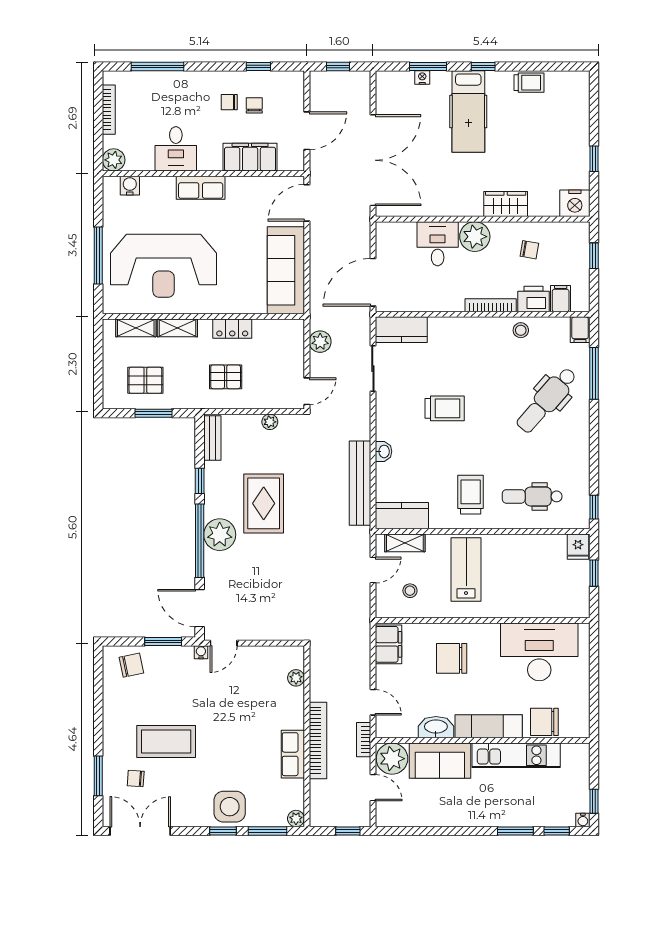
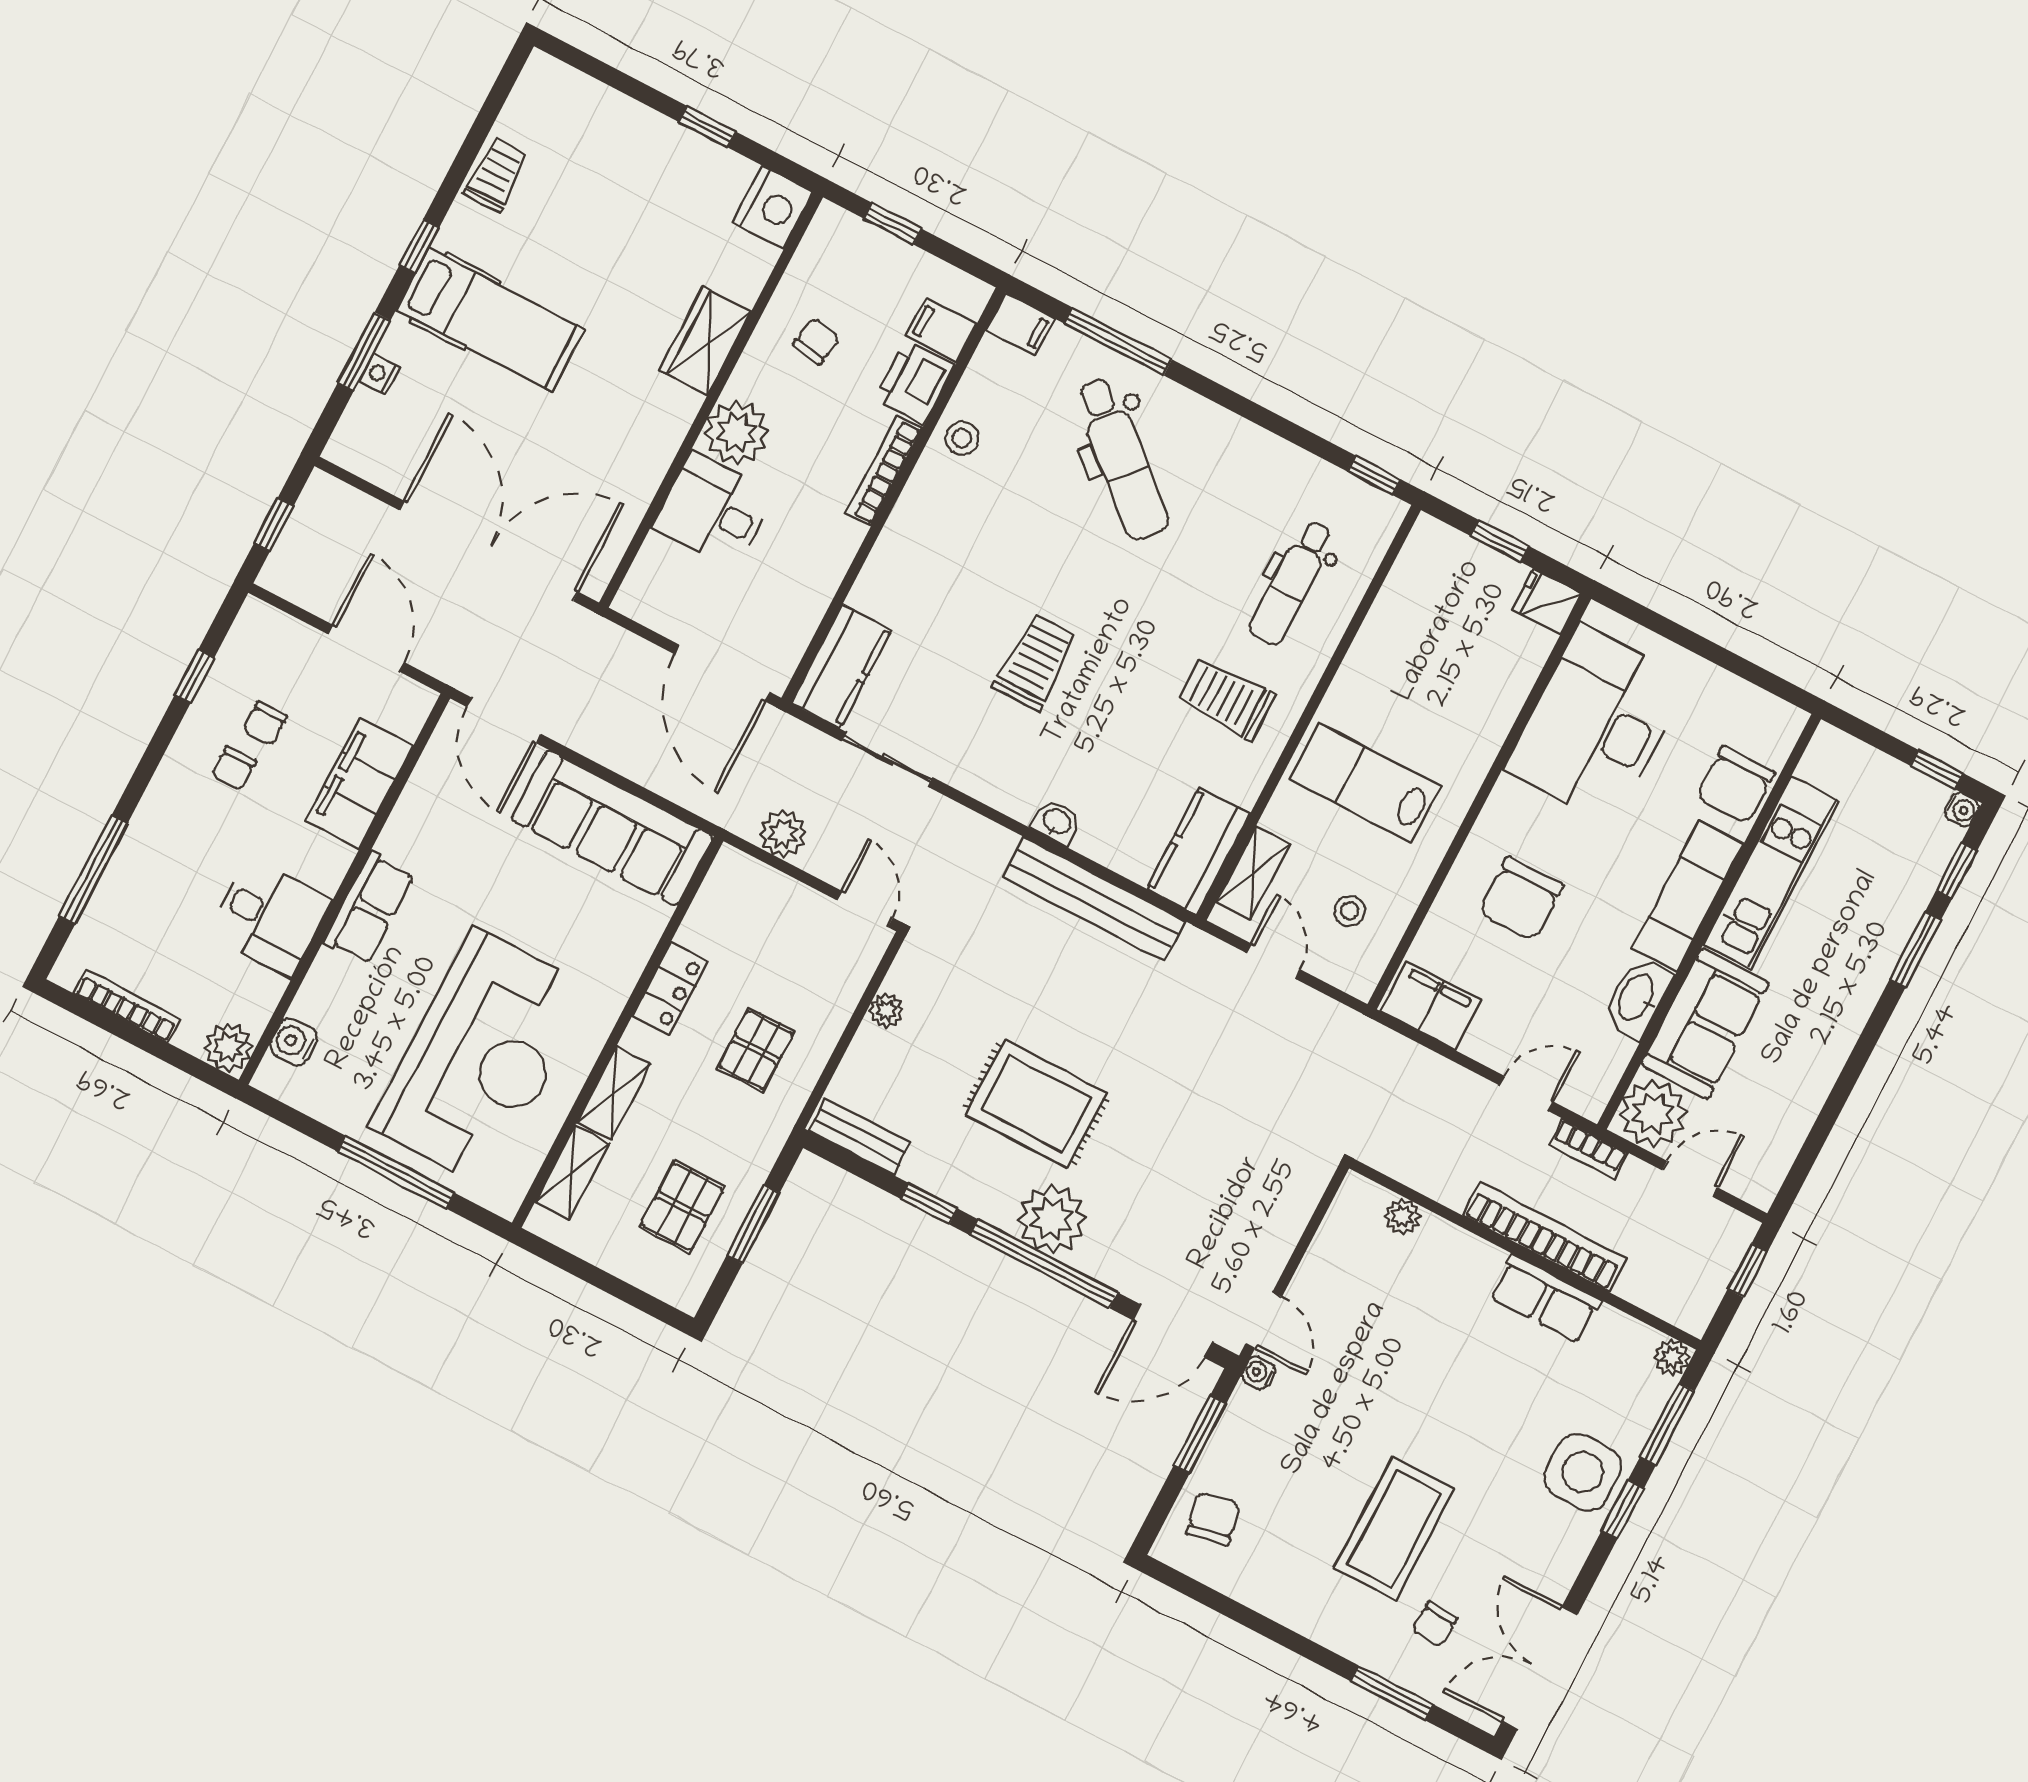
chair: (254, 105) -> (265, 723), turned -90
fridge: (578, 547) -> (1547, 602), moved, turned 180

